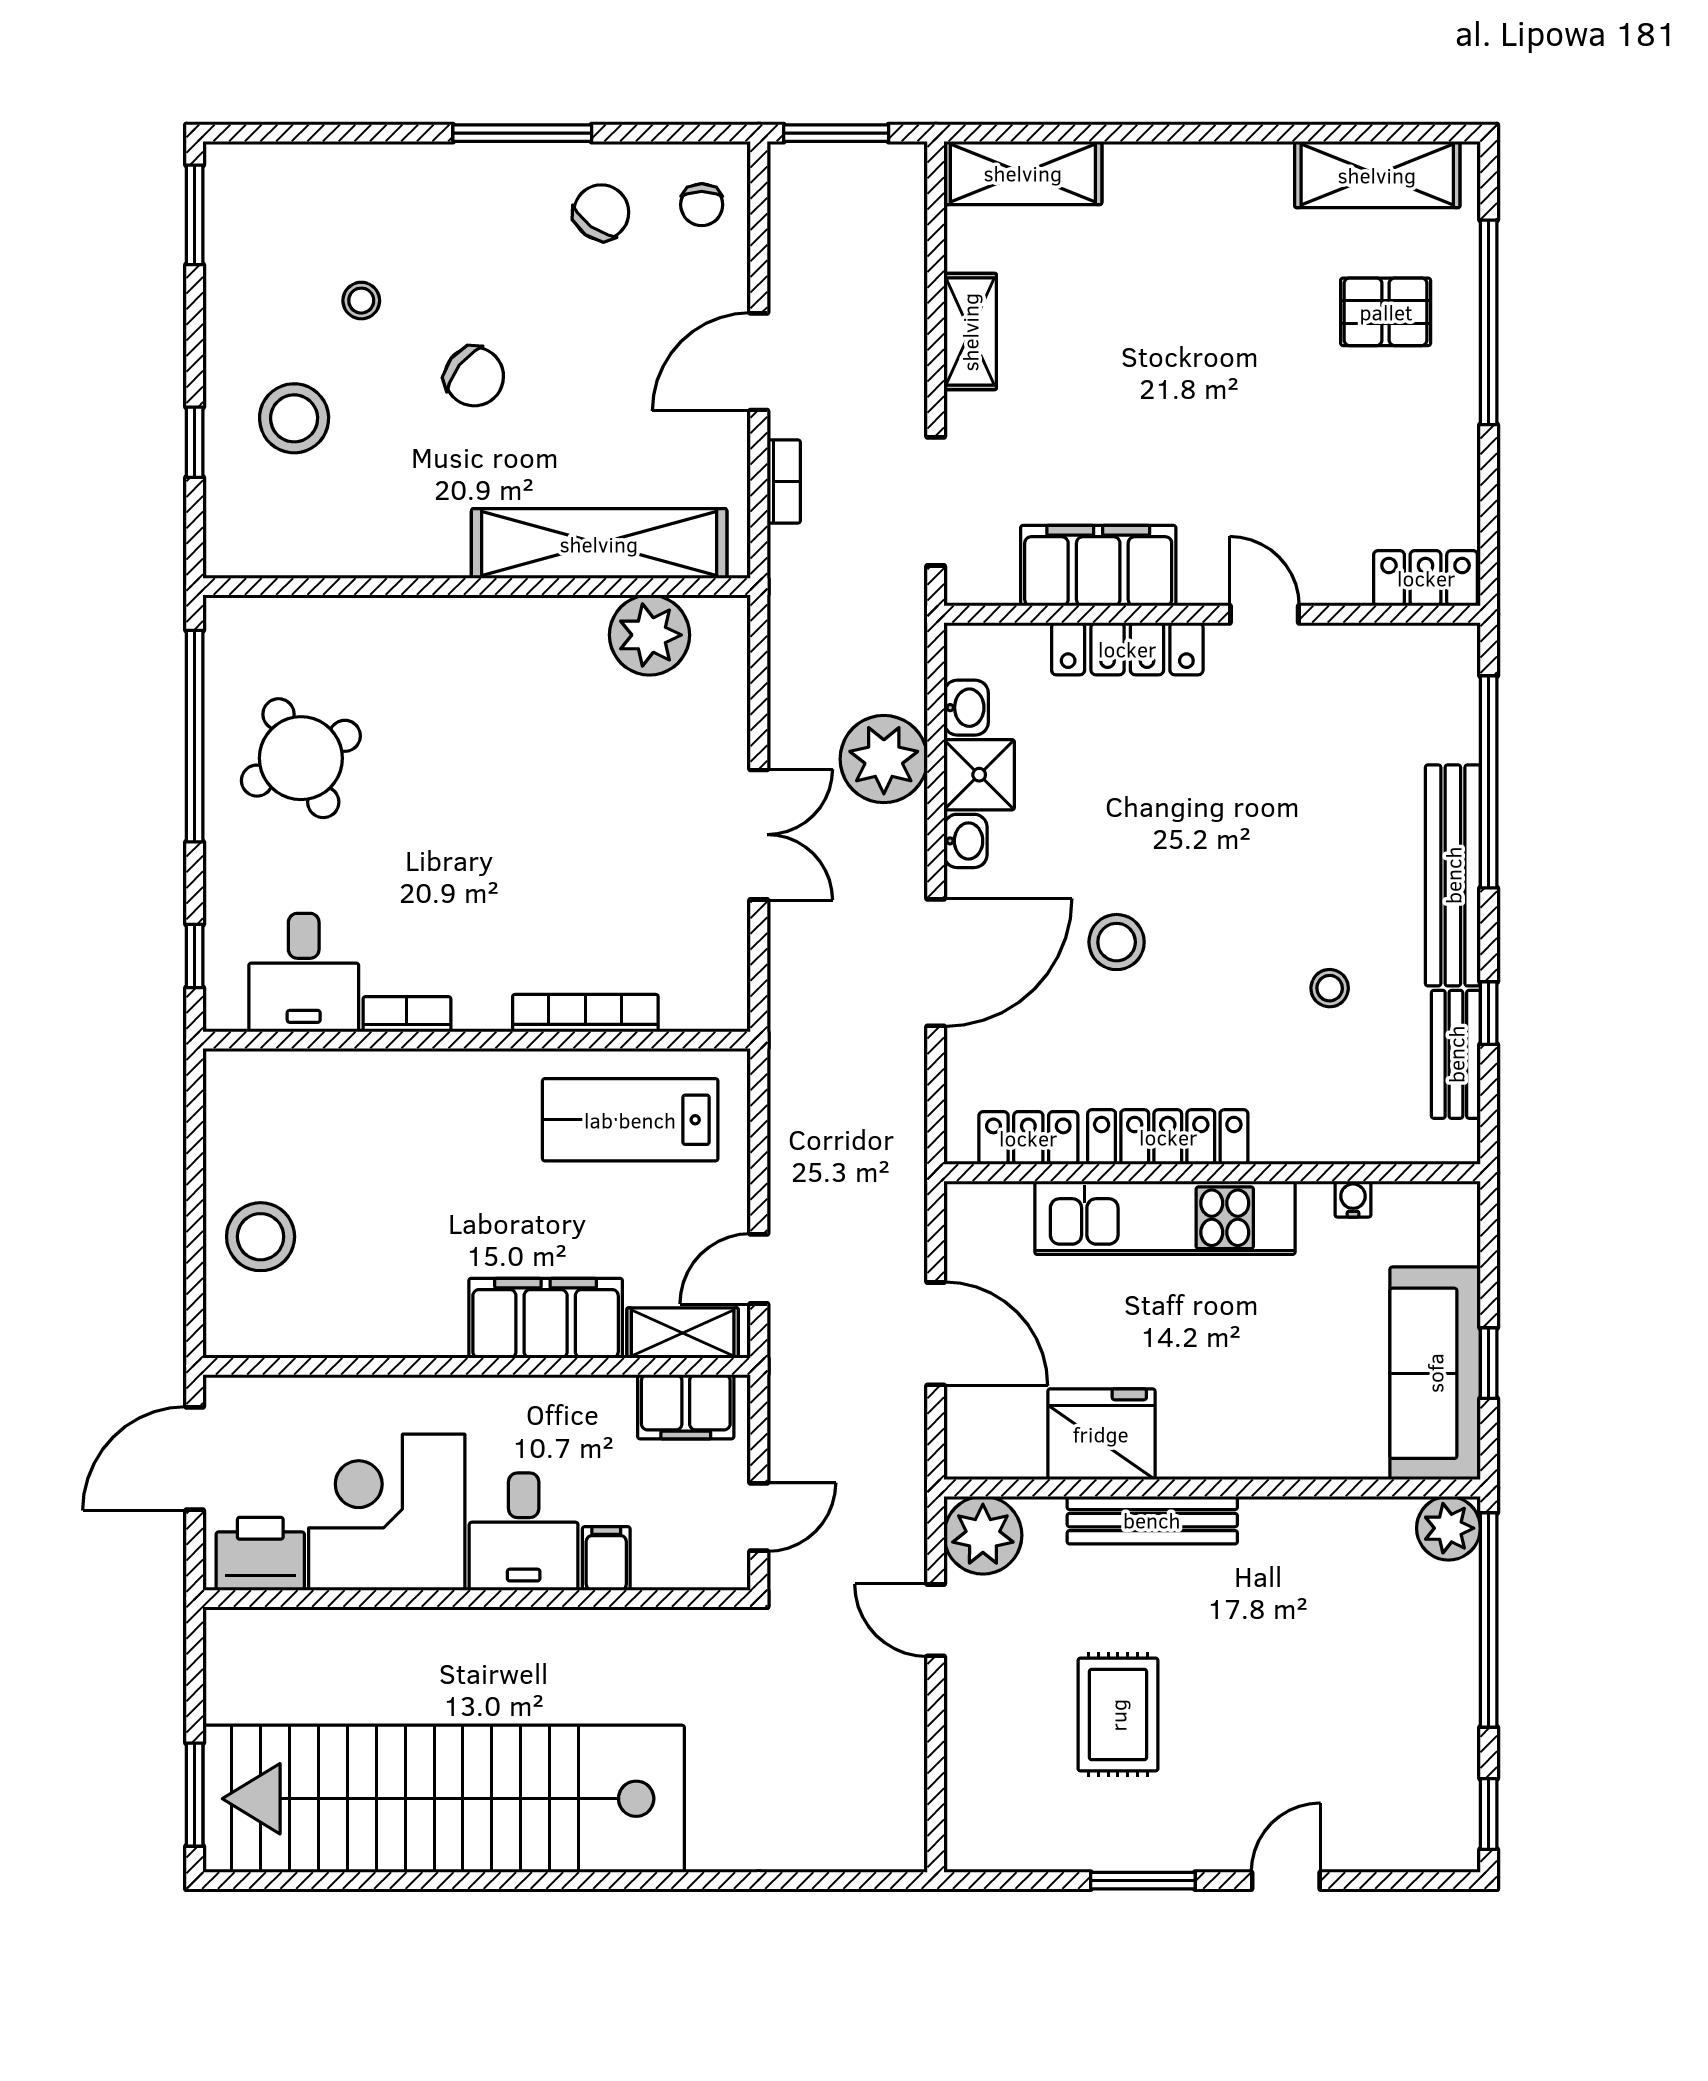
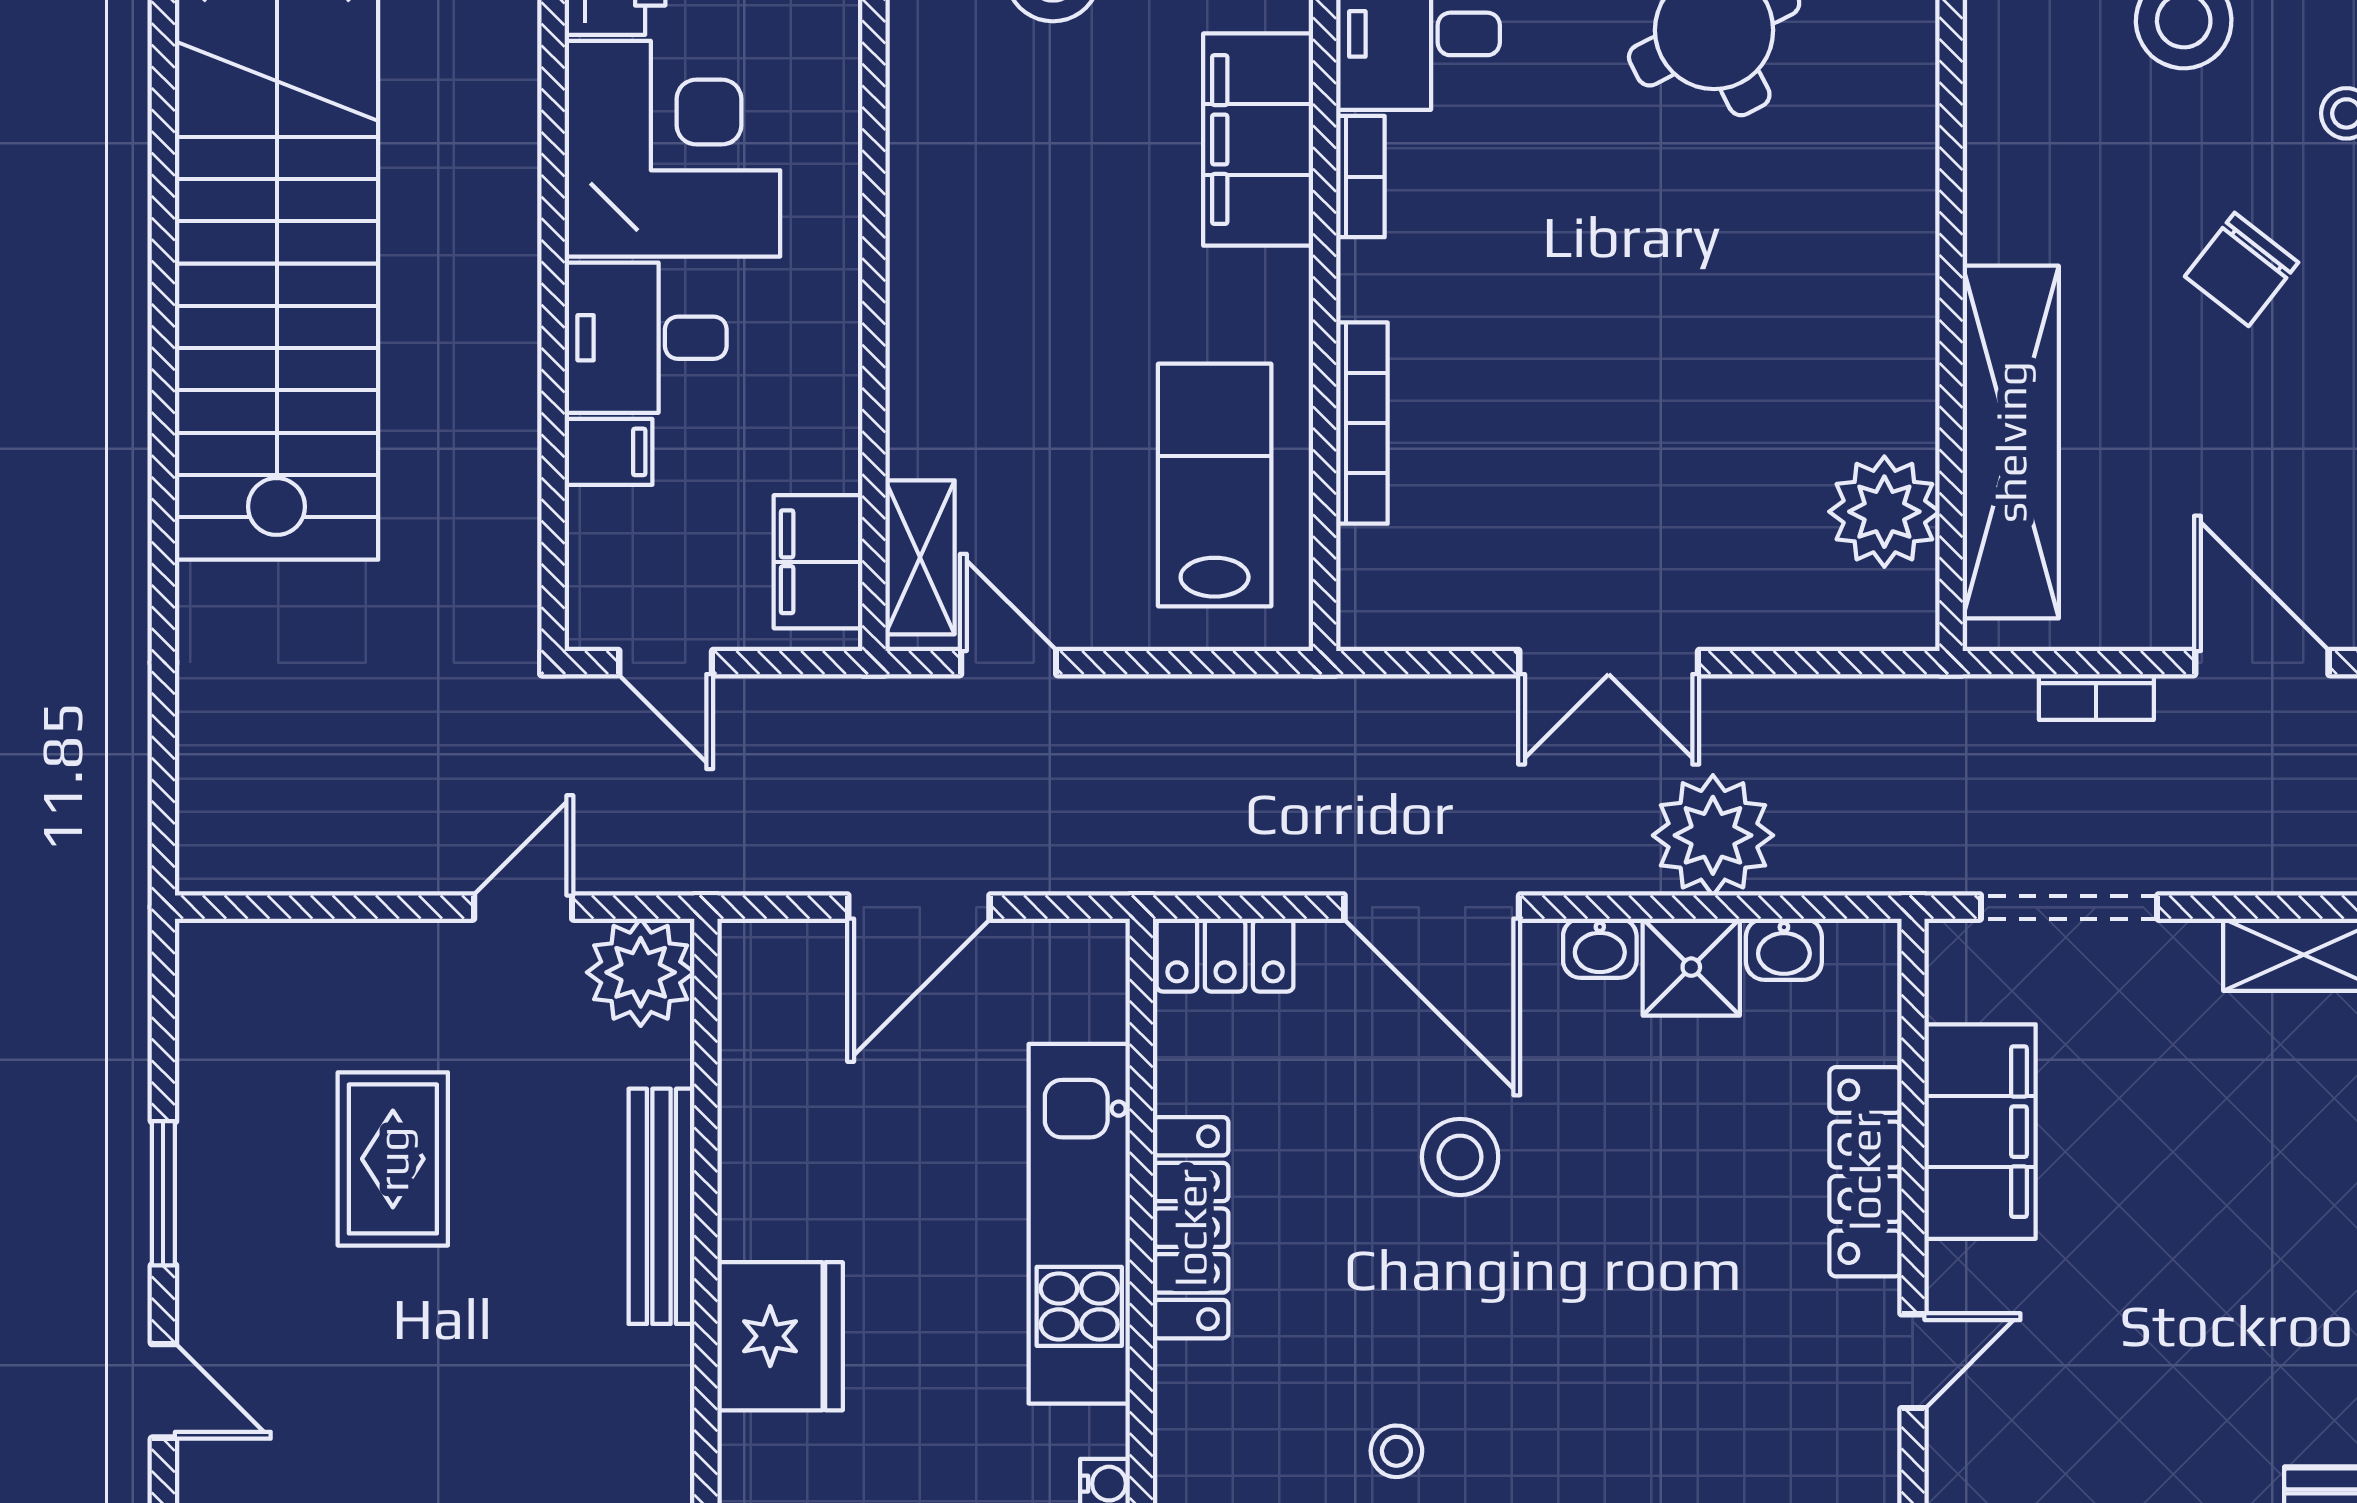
locker: (1028, 1138) -> (1225, 955), moved, turned 90
filing cabinet: (546, 1318) -> (1258, 140), moved, turned 180
fridge: (1101, 1434) -> (780, 1336), moved
rug: (1118, 1715) -> (393, 1159), turned 90

